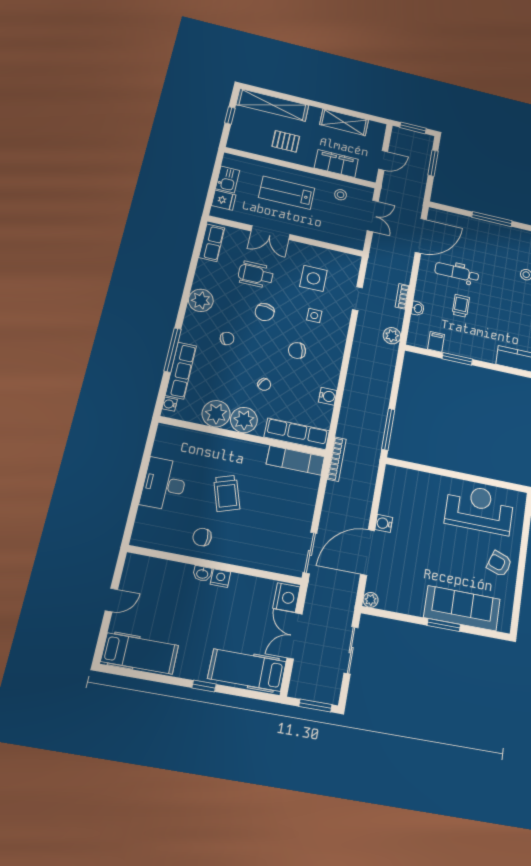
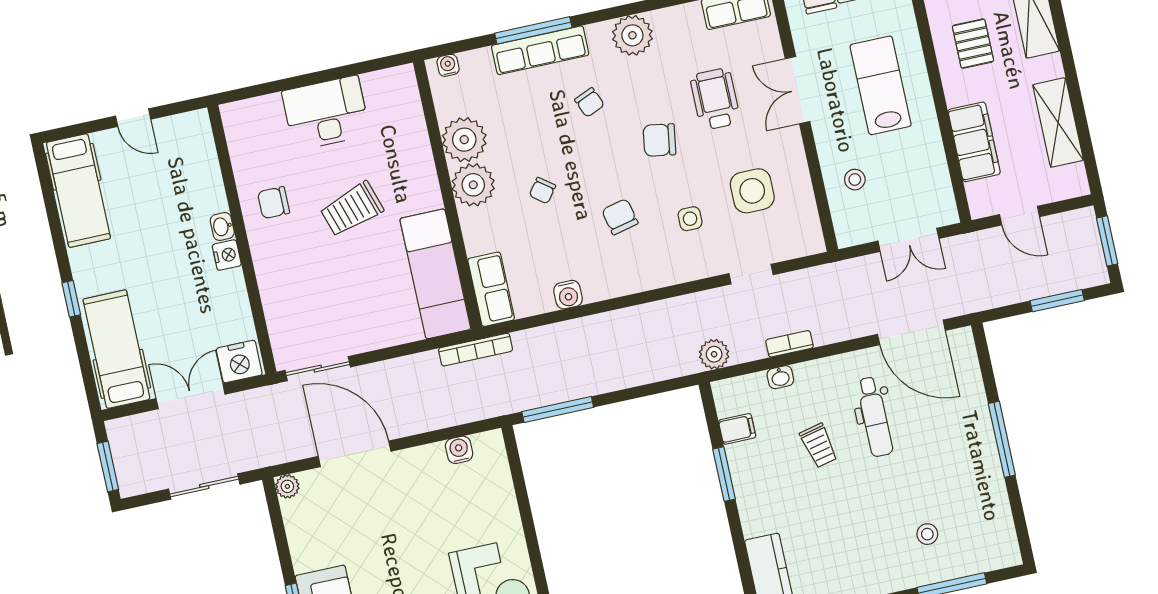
stool: (341, 195) -> (855, 180), moved
dental chair: (457, 272) -> (875, 417), turned 180
trolley: (461, 306) -> (819, 445), turned 77
row of seats: (181, 370) -> (540, 50), moved
row of seats: (297, 434) -> (491, 289), width x0.68
exam couch: (295, 460) -> (435, 274), width x1.36, depth x1.45
water cooler: (384, 523) -> (459, 450), moved
chair: (202, 537) -> (274, 203), turned -90

